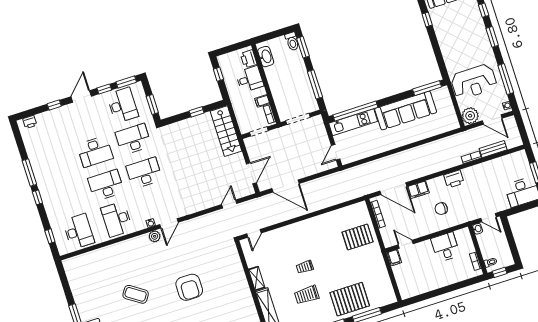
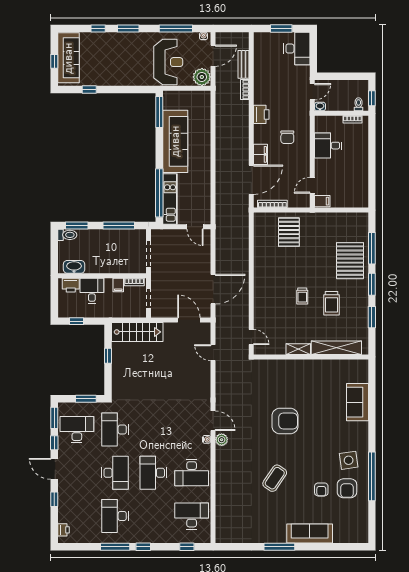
desk: (144, 173) -> (115, 516), moved

